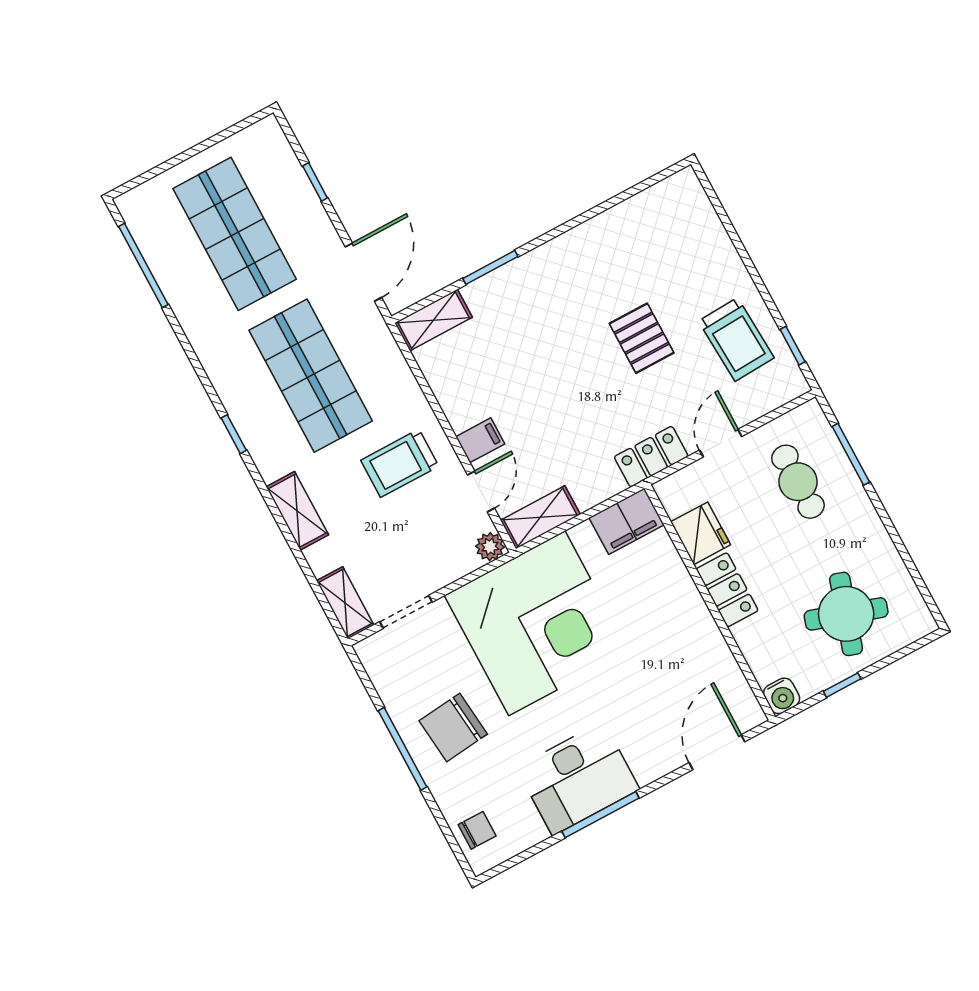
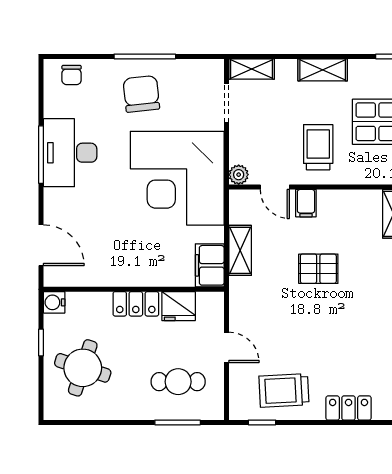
pallet: (642, 338) -> (318, 269), moved
locker: (651, 457) -> (349, 408), moved, turned -90
shelving: (540, 517) -> (240, 250), moved

